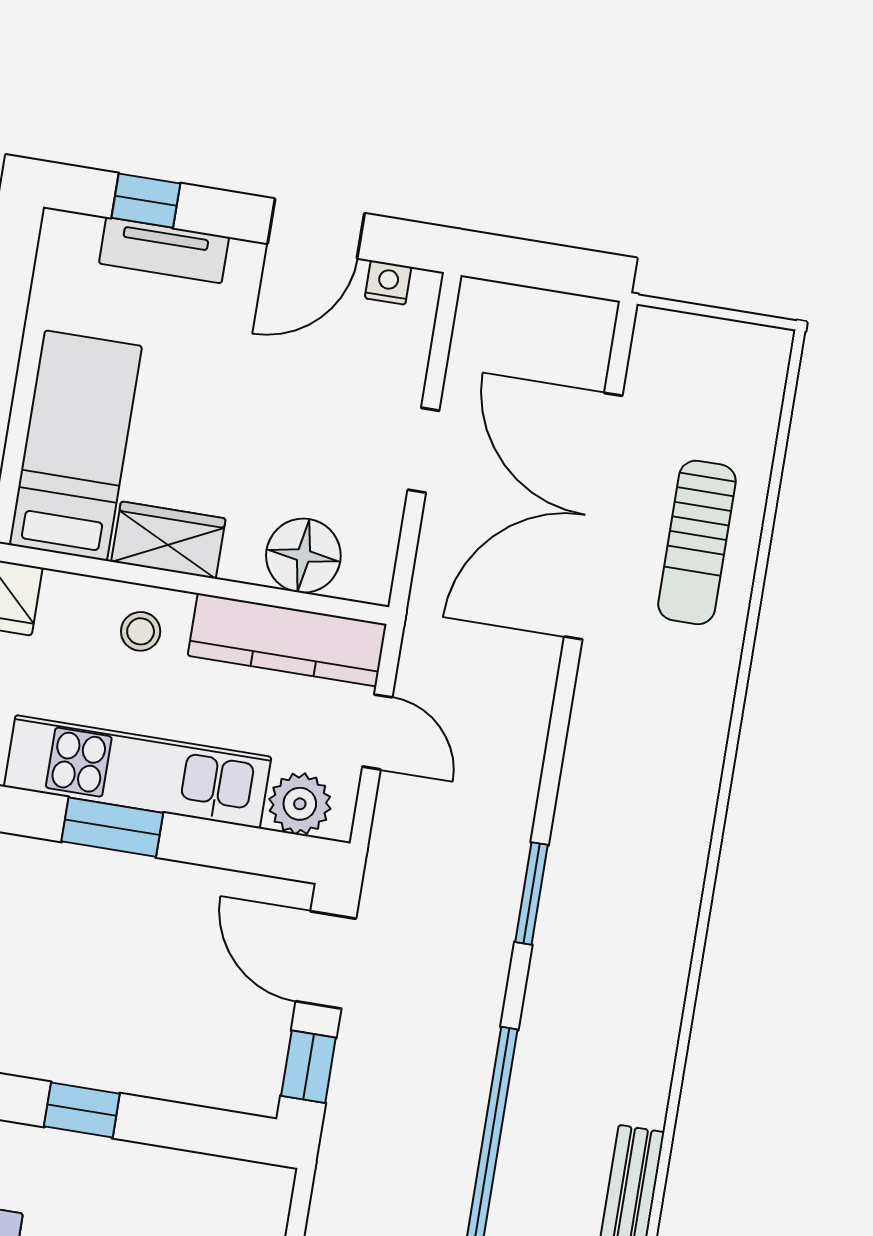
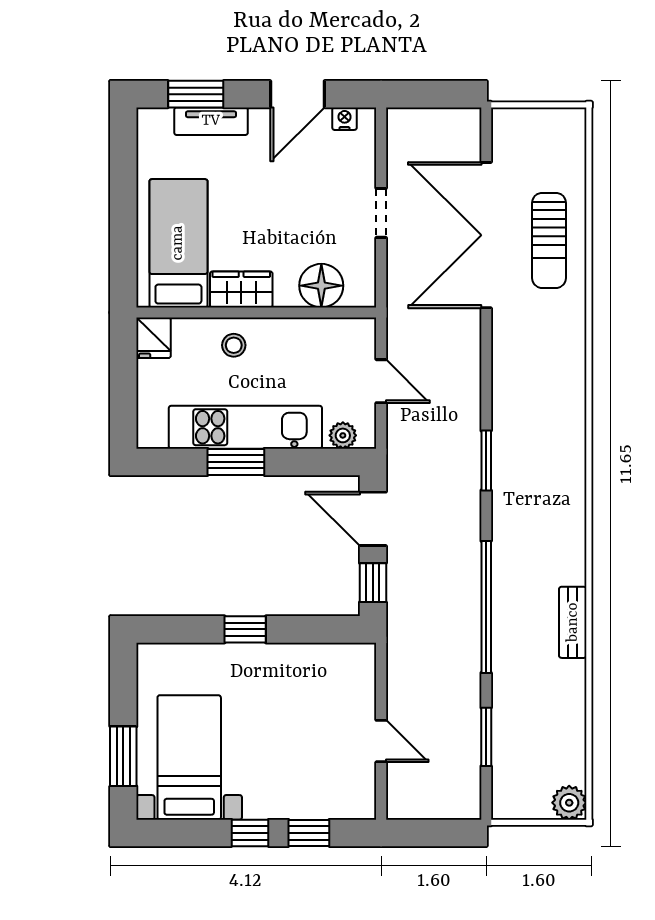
window: (146, 201) -> (196, 94), width x1.50
kitchen counter: (287, 640) -> (320, 336), removed
plant: (300, 804) -> (343, 435), width x0.73, depth x0.73

